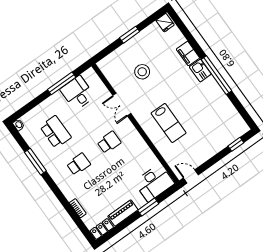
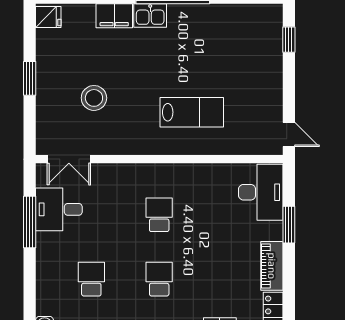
double door: (122, 105) -> (69, 159), moved
school desk: (55, 132) -> (91, 279), width x0.54
door: (191, 176) -> (289, 135), swing flipped

